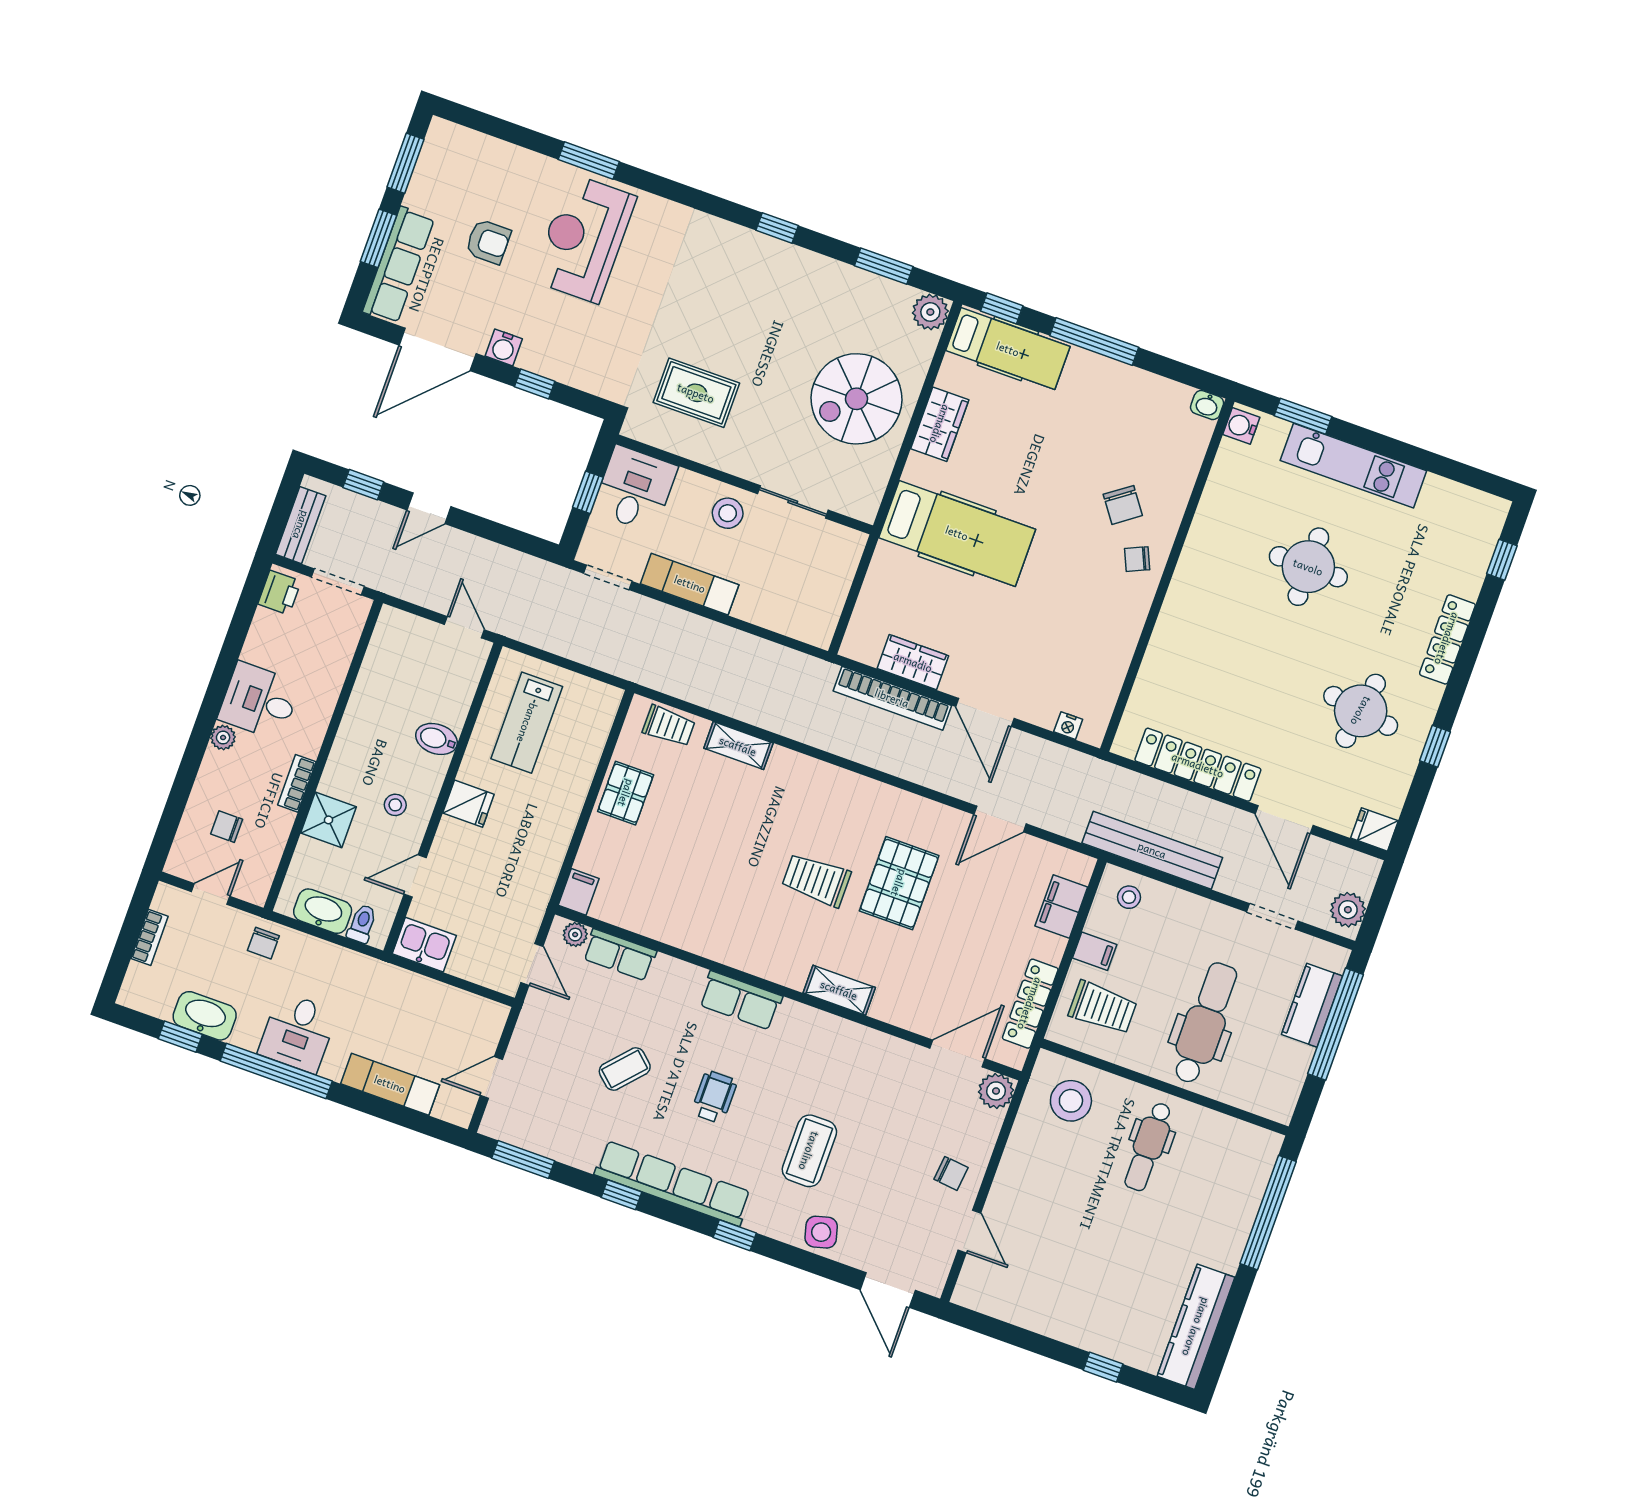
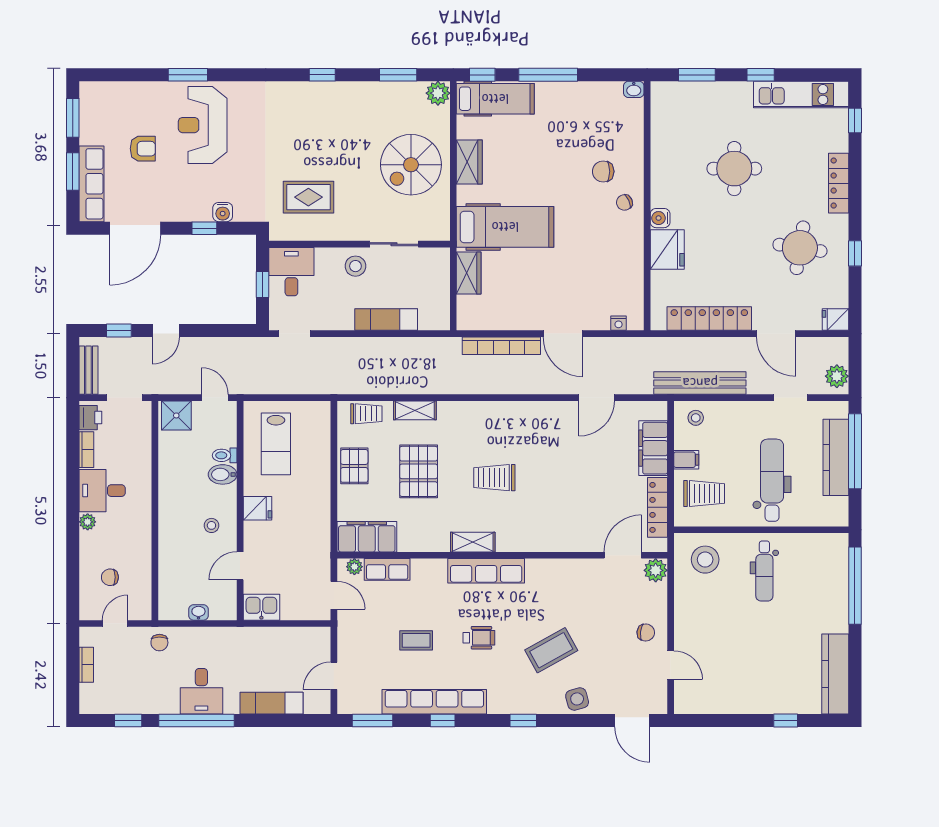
water cooler: (504, 347) -> (223, 212), moved
water cooler: (1241, 426) -> (660, 218), moved
window: (1392, 448) -> (761, 75), added
kitchen unit: (1353, 466) -> (801, 95), moved
chair: (1123, 505) -> (603, 171), turned 126
exam couch: (690, 584) -> (386, 320), moved
fridge: (1174, 646) -> (667, 249), added
wardrobe: (913, 662) -> (469, 273), moved, turned 90
bookcase: (297, 783) -> (86, 450), moved, turned 180
shower: (328, 820) -> (176, 415), moved
pallet: (899, 883) -> (419, 471), moved
filing cabinet: (579, 892) -> (367, 537), width x3.00, depth x1.17
filing cabinet: (1061, 907) -> (653, 448), width x1.50, depth x1.17
washbasin: (323, 911) -> (198, 612), width x0.52, depth x0.69
toilet: (362, 924) -> (225, 455), moved, turned -90
shelving: (839, 990) -> (473, 542), moved
row of seats: (740, 1000) -> (486, 571), width x1.48
kitchen counter: (1312, 1005) -> (836, 457), width x1.50
washbasin: (205, 1016) -> (139, 702), removed
coffee table: (625, 1069) -> (416, 640), turned 48
wheelchair: (714, 1097) -> (479, 638), turned 90
coffee table: (809, 1151) -> (551, 650), turned 61
row of seats: (673, 1183) -> (434, 702), moved

